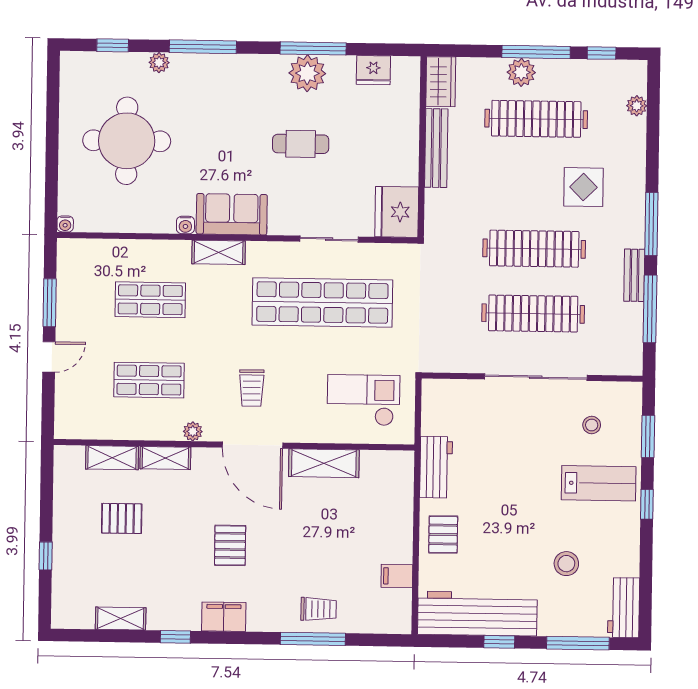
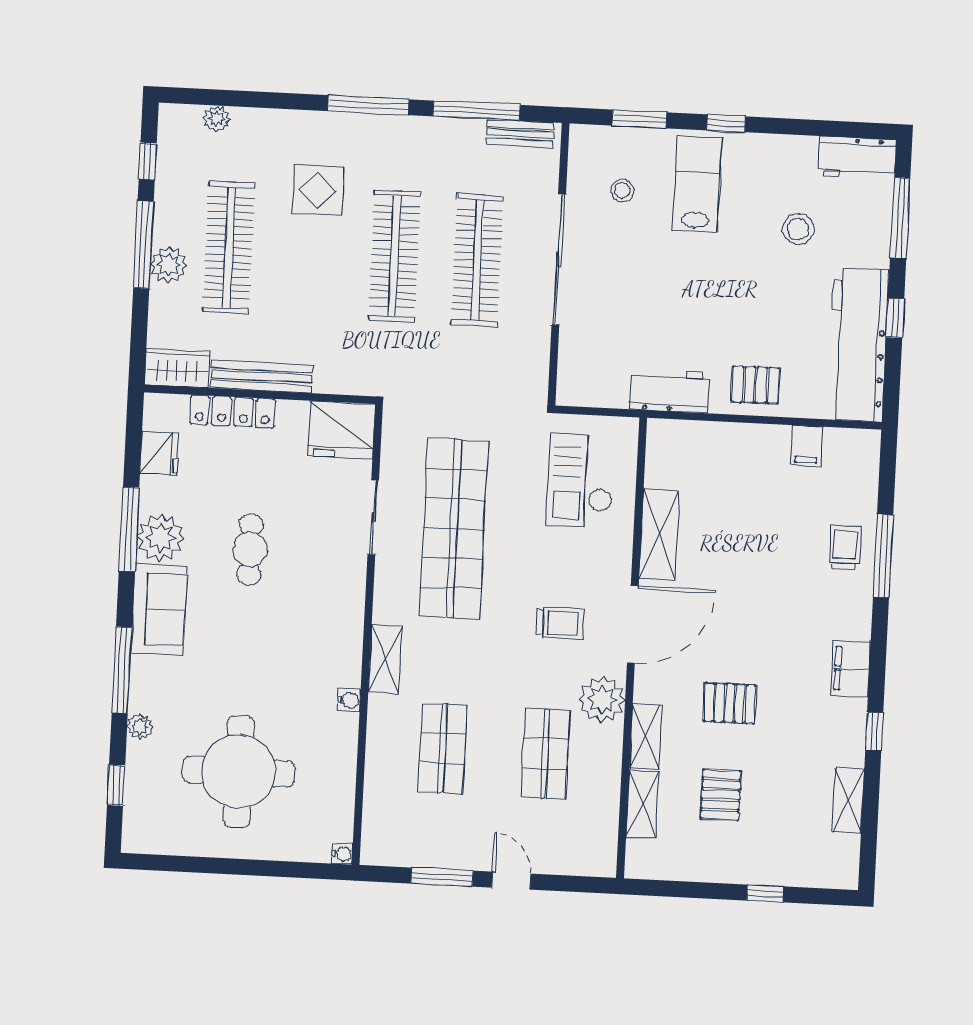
locker: (408, 126) -> (233, 411), added
sofa: (232, 214) -> (159, 609), moved, turned 180
bench: (634, 275) -> (520, 134), moved
plant: (193, 431) -> (602, 700), width x1.88, depth x1.88
pallet: (230, 545) -> (730, 703), moved

